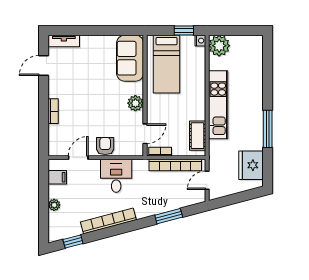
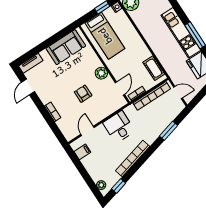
sofa: (130, 58) -> (66, 47), moved, turned -90
kitchen unit: (218, 105) -> (181, 33), moved, turned 180
armchair: (105, 146) -> (83, 94), moved
door: (207, 180) -> (178, 92), swing flipped
plant: (54, 205) -> (101, 185), moved

